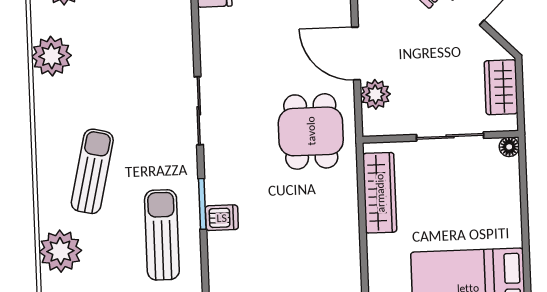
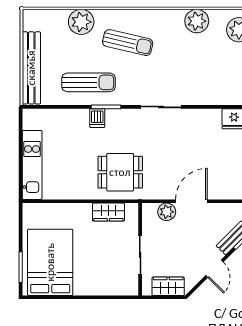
dining table: (311, 131) -> (120, 172), moved
floor lamp: (509, 147) -> (133, 290), removed
wardrobe: (380, 193) -> (108, 212), width x0.67

